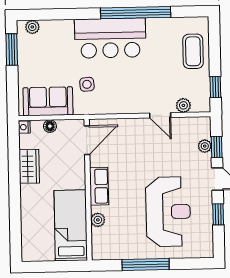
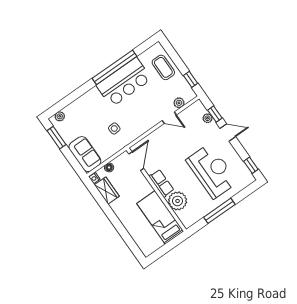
bar counter: (110, 38) -> (124, 82), moved
sofa: (48, 101) -> (85, 154), moved, turned 90
wardrobe: (29, 166) -> (107, 191), moved
window: (218, 214) -> (251, 165), moved
plant: (98, 220) -> (178, 201), width x1.88, depth x1.88

